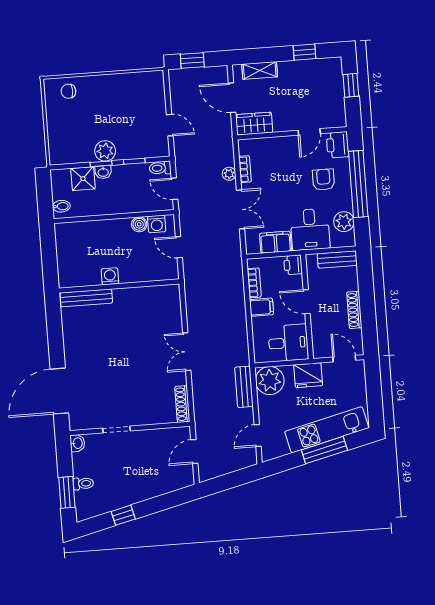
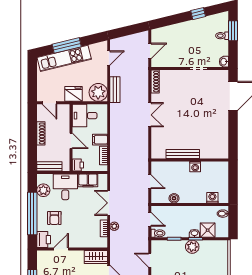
washing machine: (157, 224) -> (212, 198), moved
bench: (86, 298) -> (183, 154), moved

